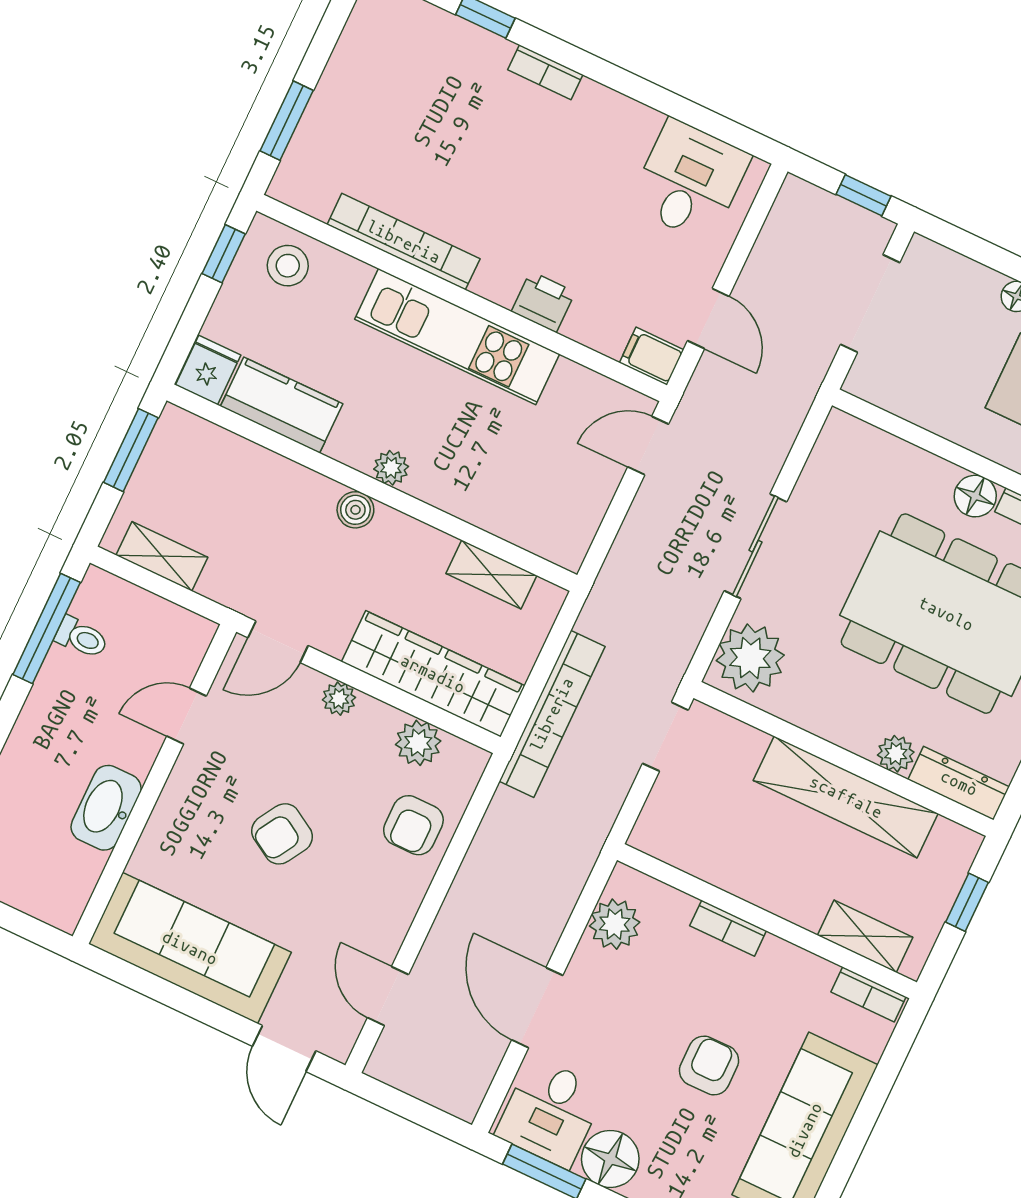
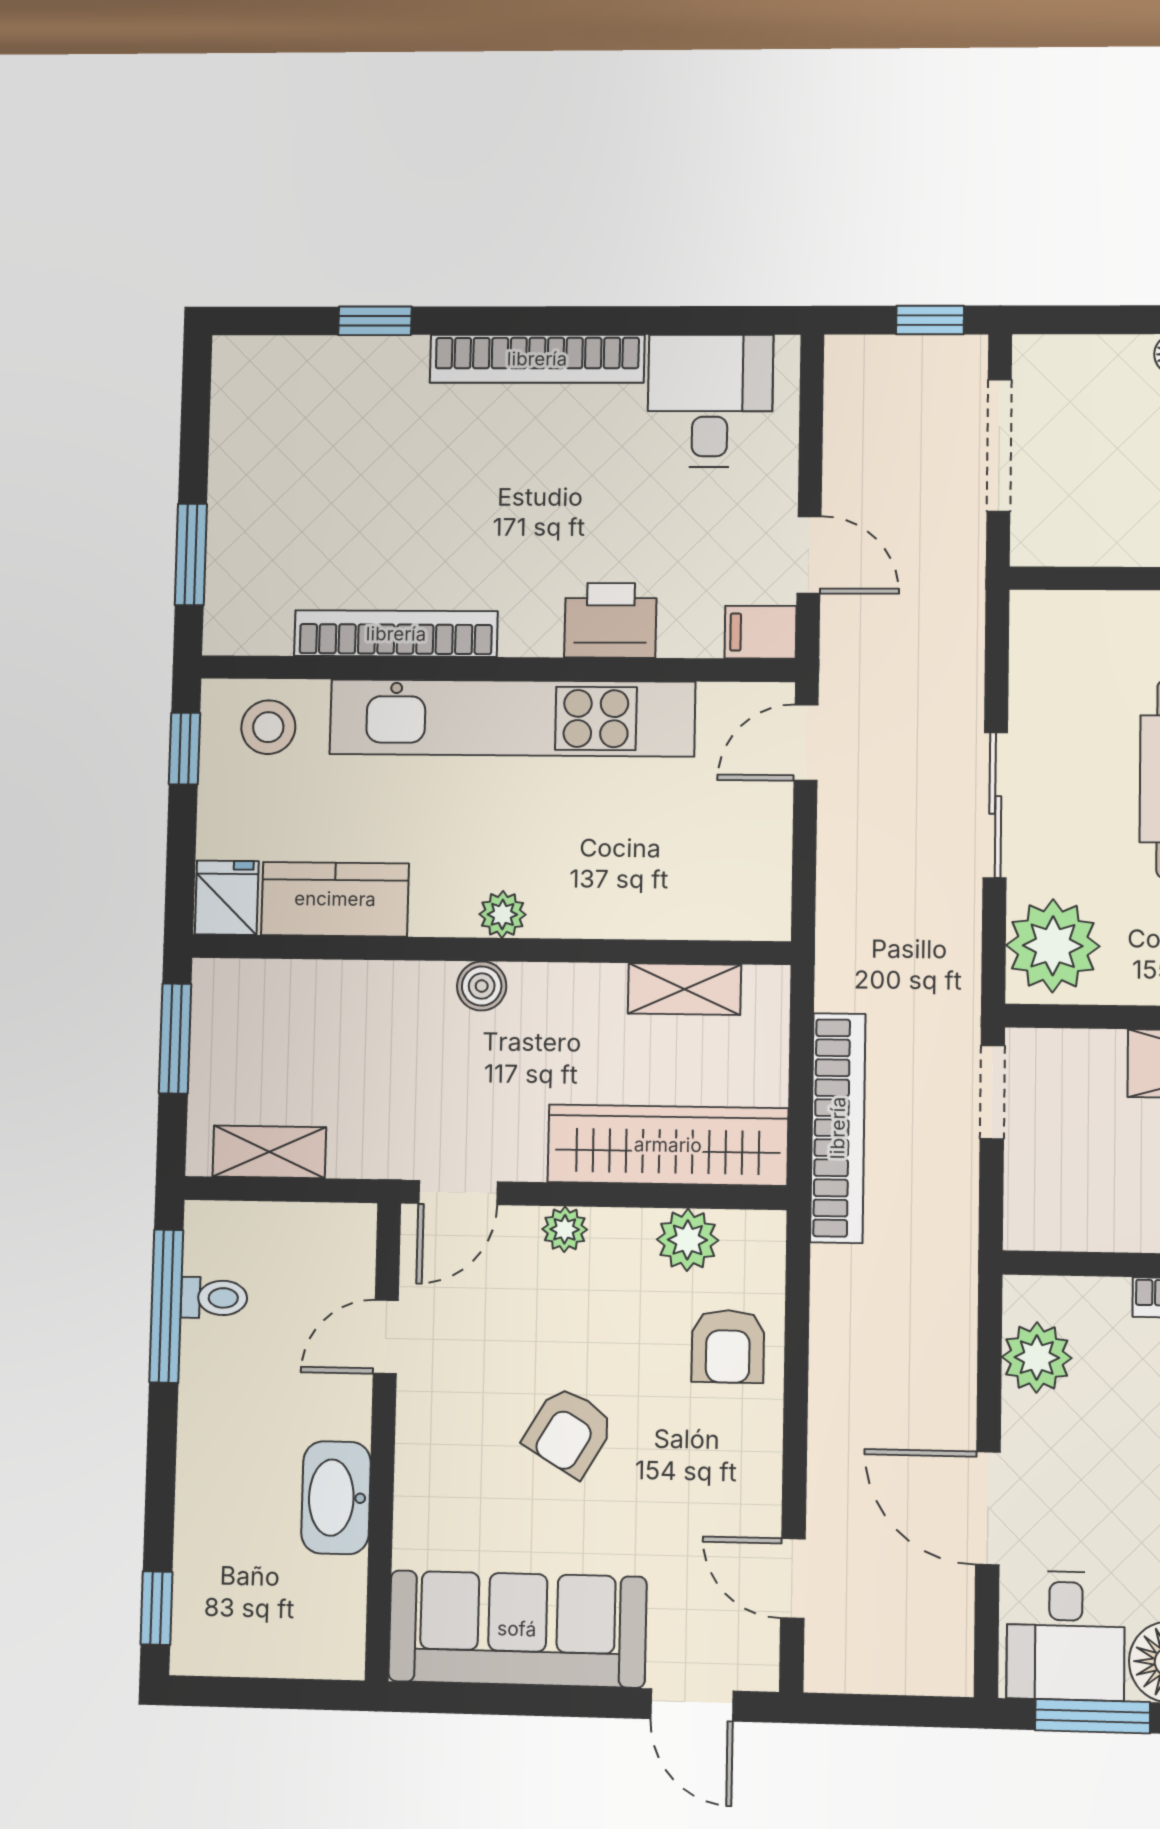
bookcase: (545, 72) -> (537, 359), width x2.31, depth x1.31
printer: (543, 302) -> (610, 620), width x1.36, depth x1.24
kitchen unit: (457, 337) -> (512, 718), width x1.36

